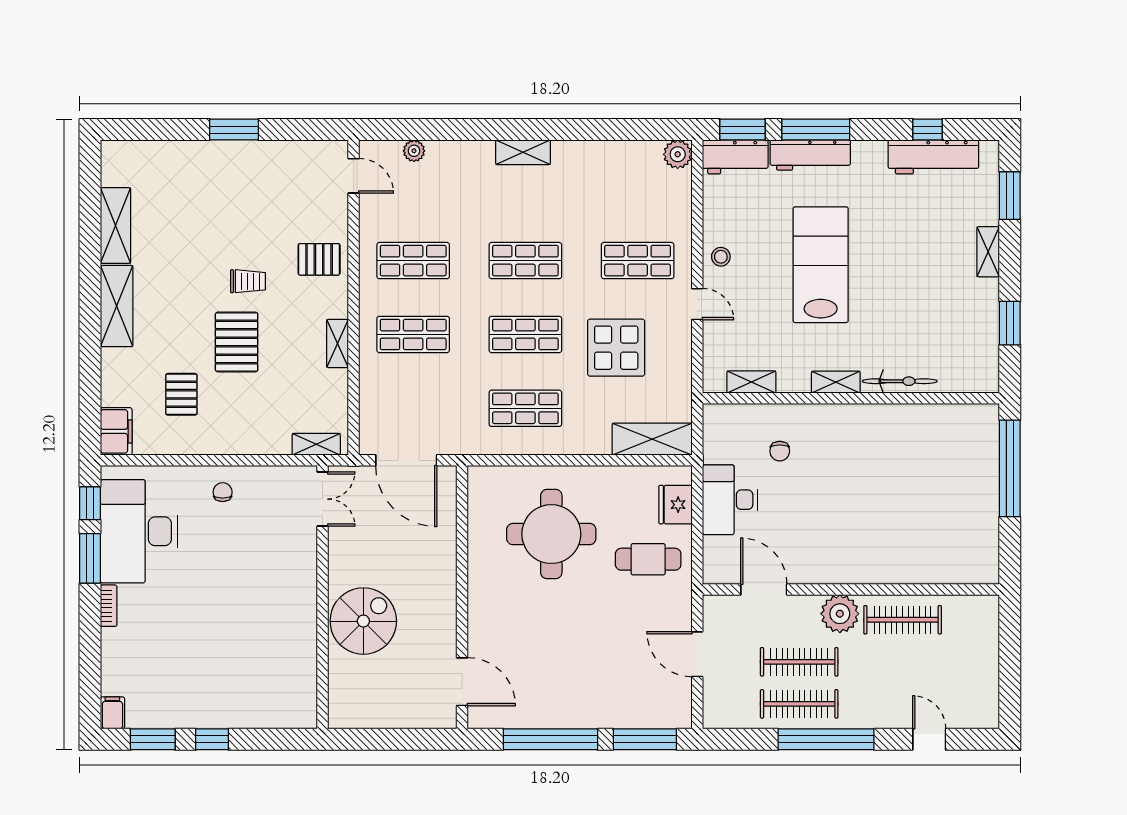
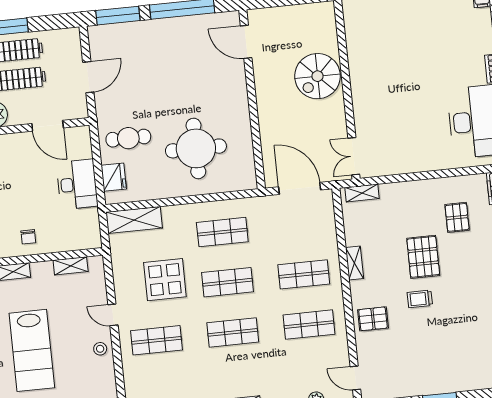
chair: (780, 451) -> (28, 237), moved, turned 180
chair: (223, 492) -> (422, 154), removed
door: (697, 654) -> (88, 77), hinge flipped

